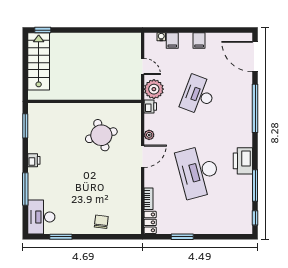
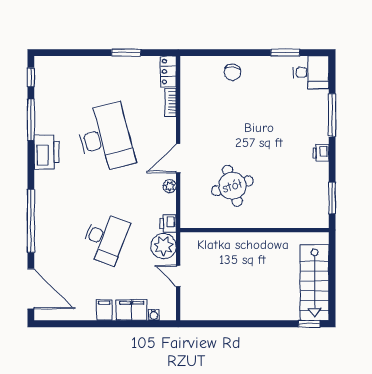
filing cabinet: (172, 40) -> (132, 310), width x2.00
desk: (41, 217) -> (311, 72), width x0.73

